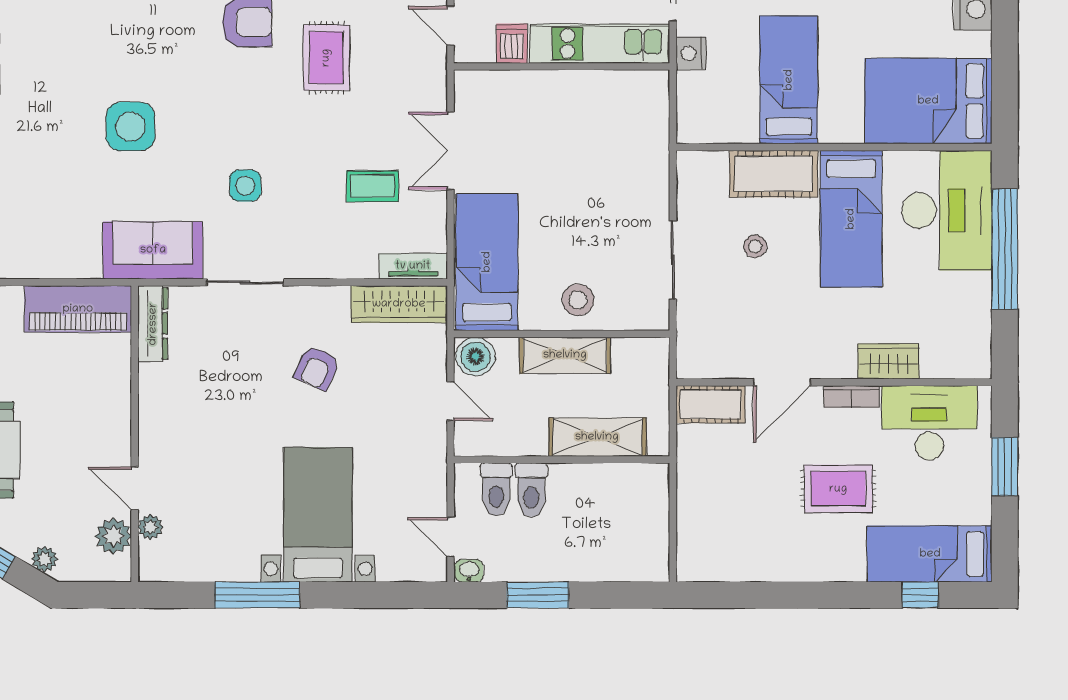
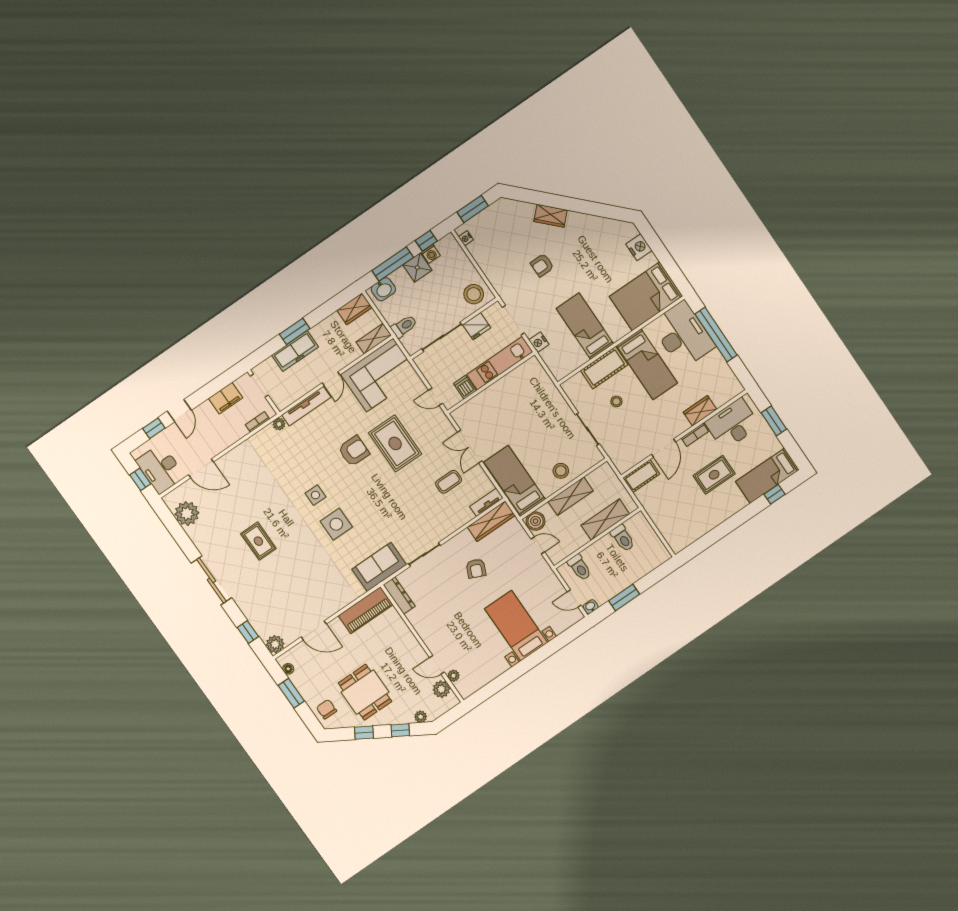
rug: (326, 58) -> (395, 443), width x1.36, depth x1.43
side table: (245, 186) -> (315, 495), moved
toilet: (531, 490) -> (623, 538), moved
window: (257, 595) -> (514, 673), removed

